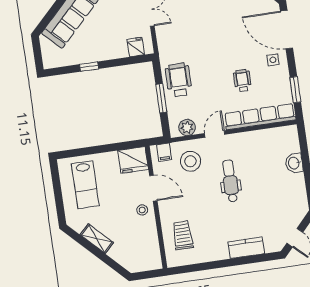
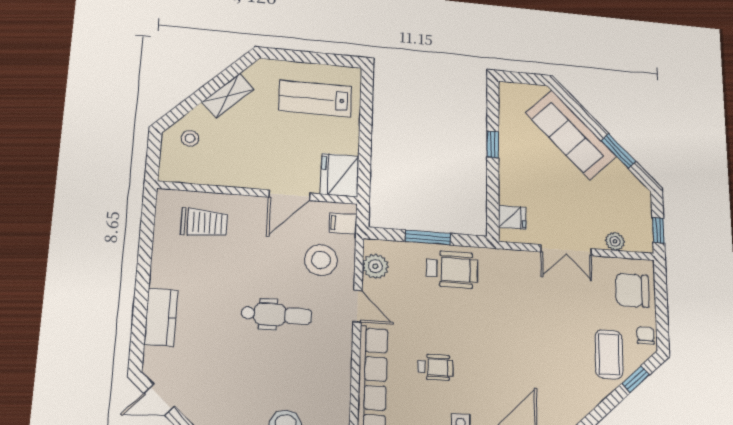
stool: (142, 210) -> (190, 138), moved

